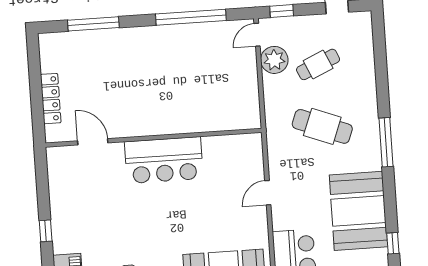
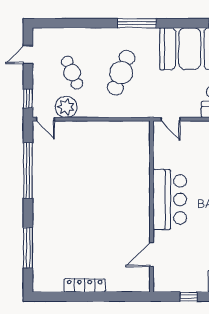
wall: (153, 138) -> (152, 206), moved
door: (93, 142) -> (152, 255), moved
bar counter: (164, 160) -> (170, 199), moved

